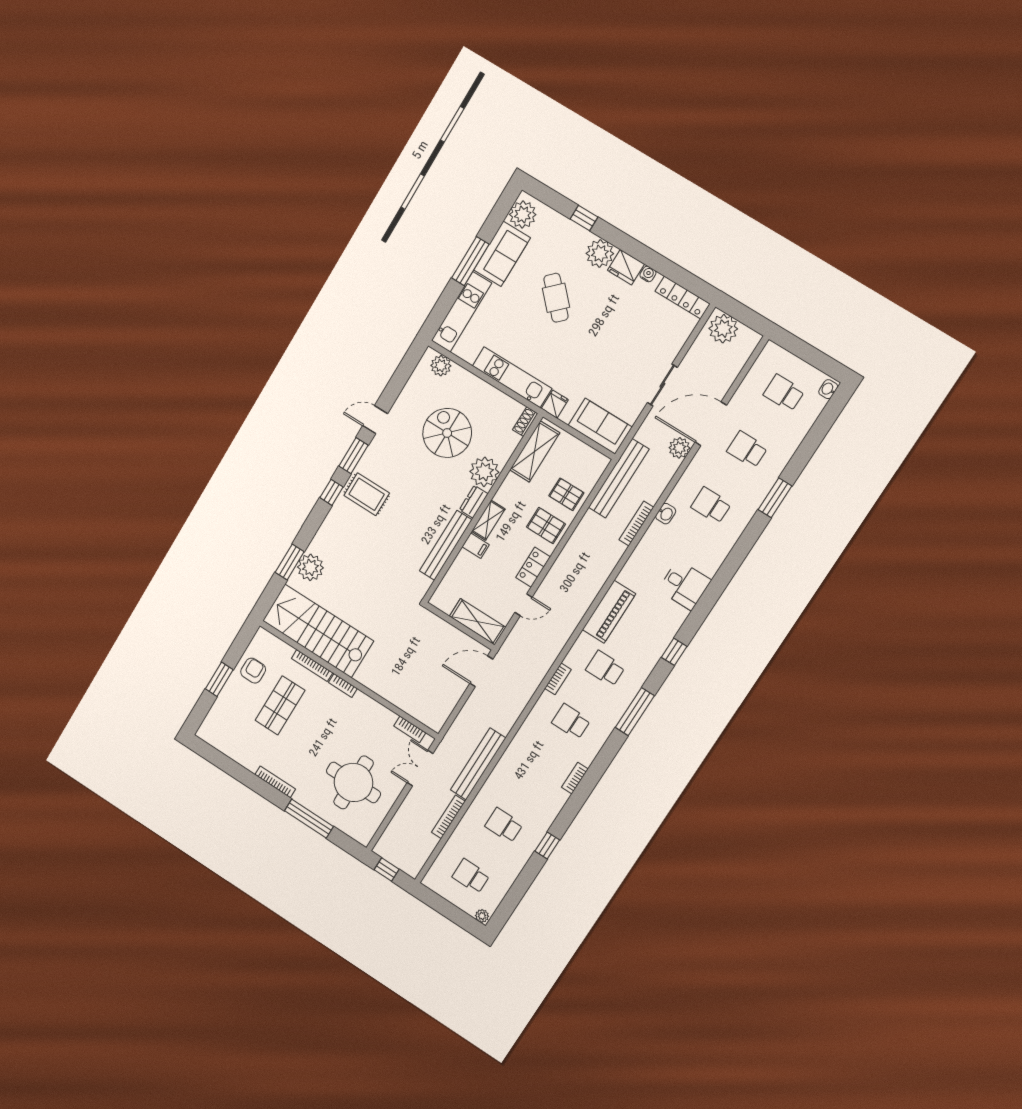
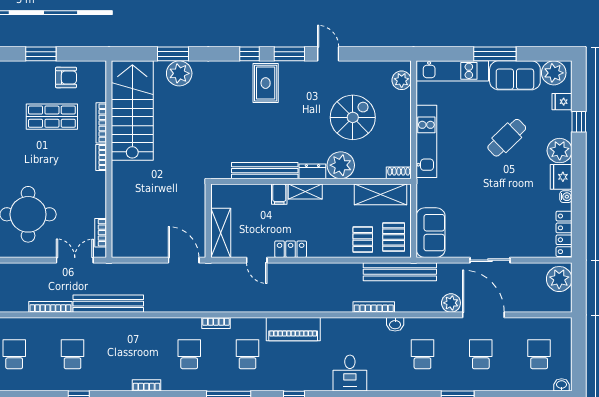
fridge: (555, 404) -> (562, 102), moved, turned 180
pallet: (546, 526) -> (394, 237), moved

